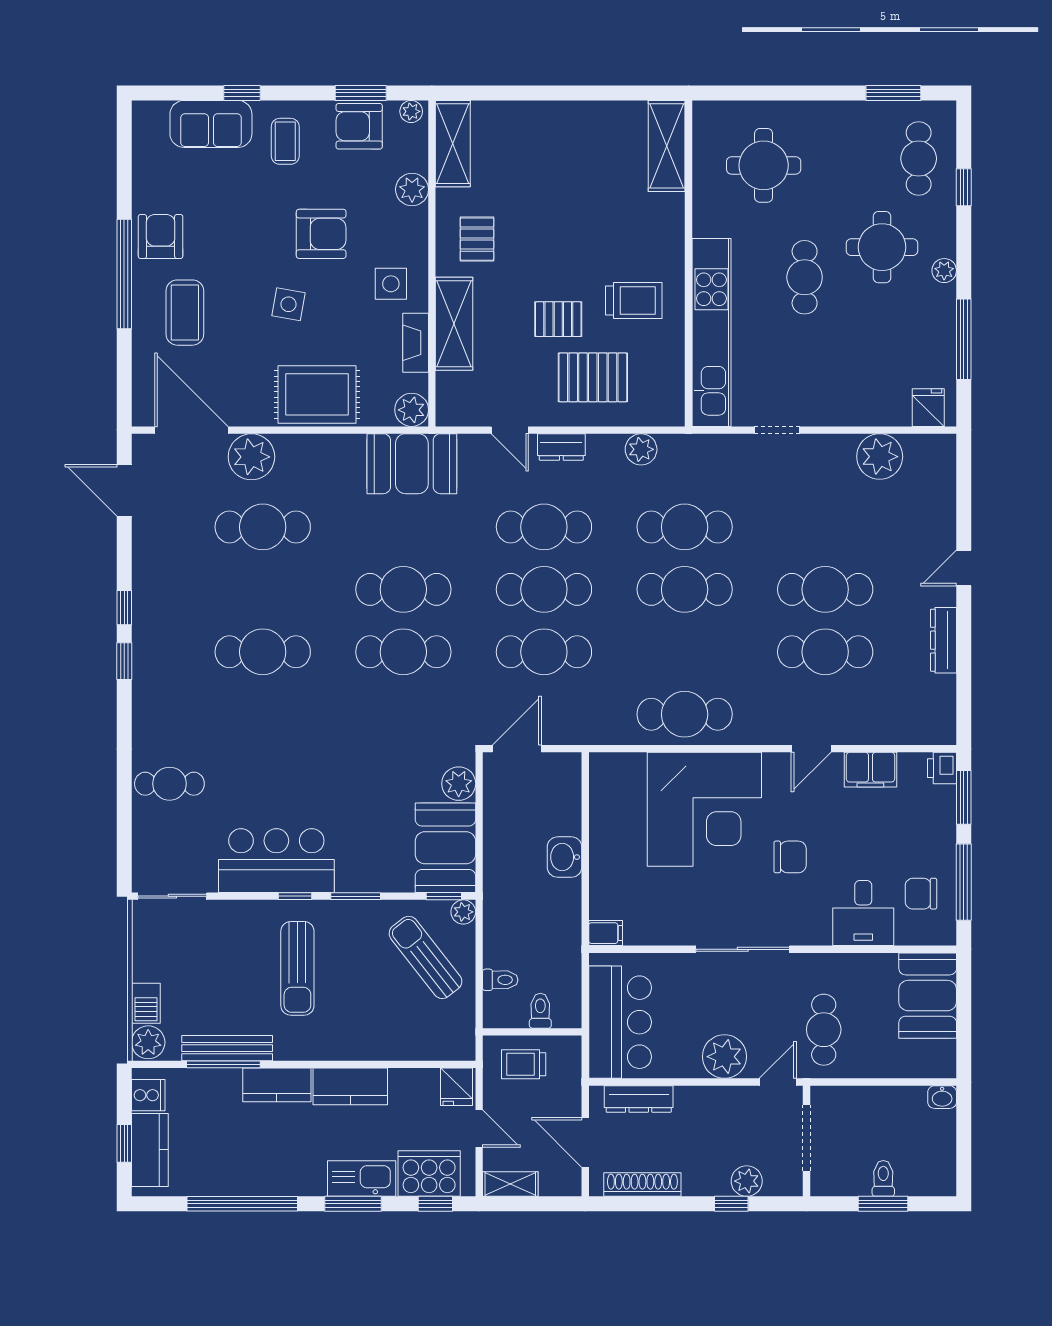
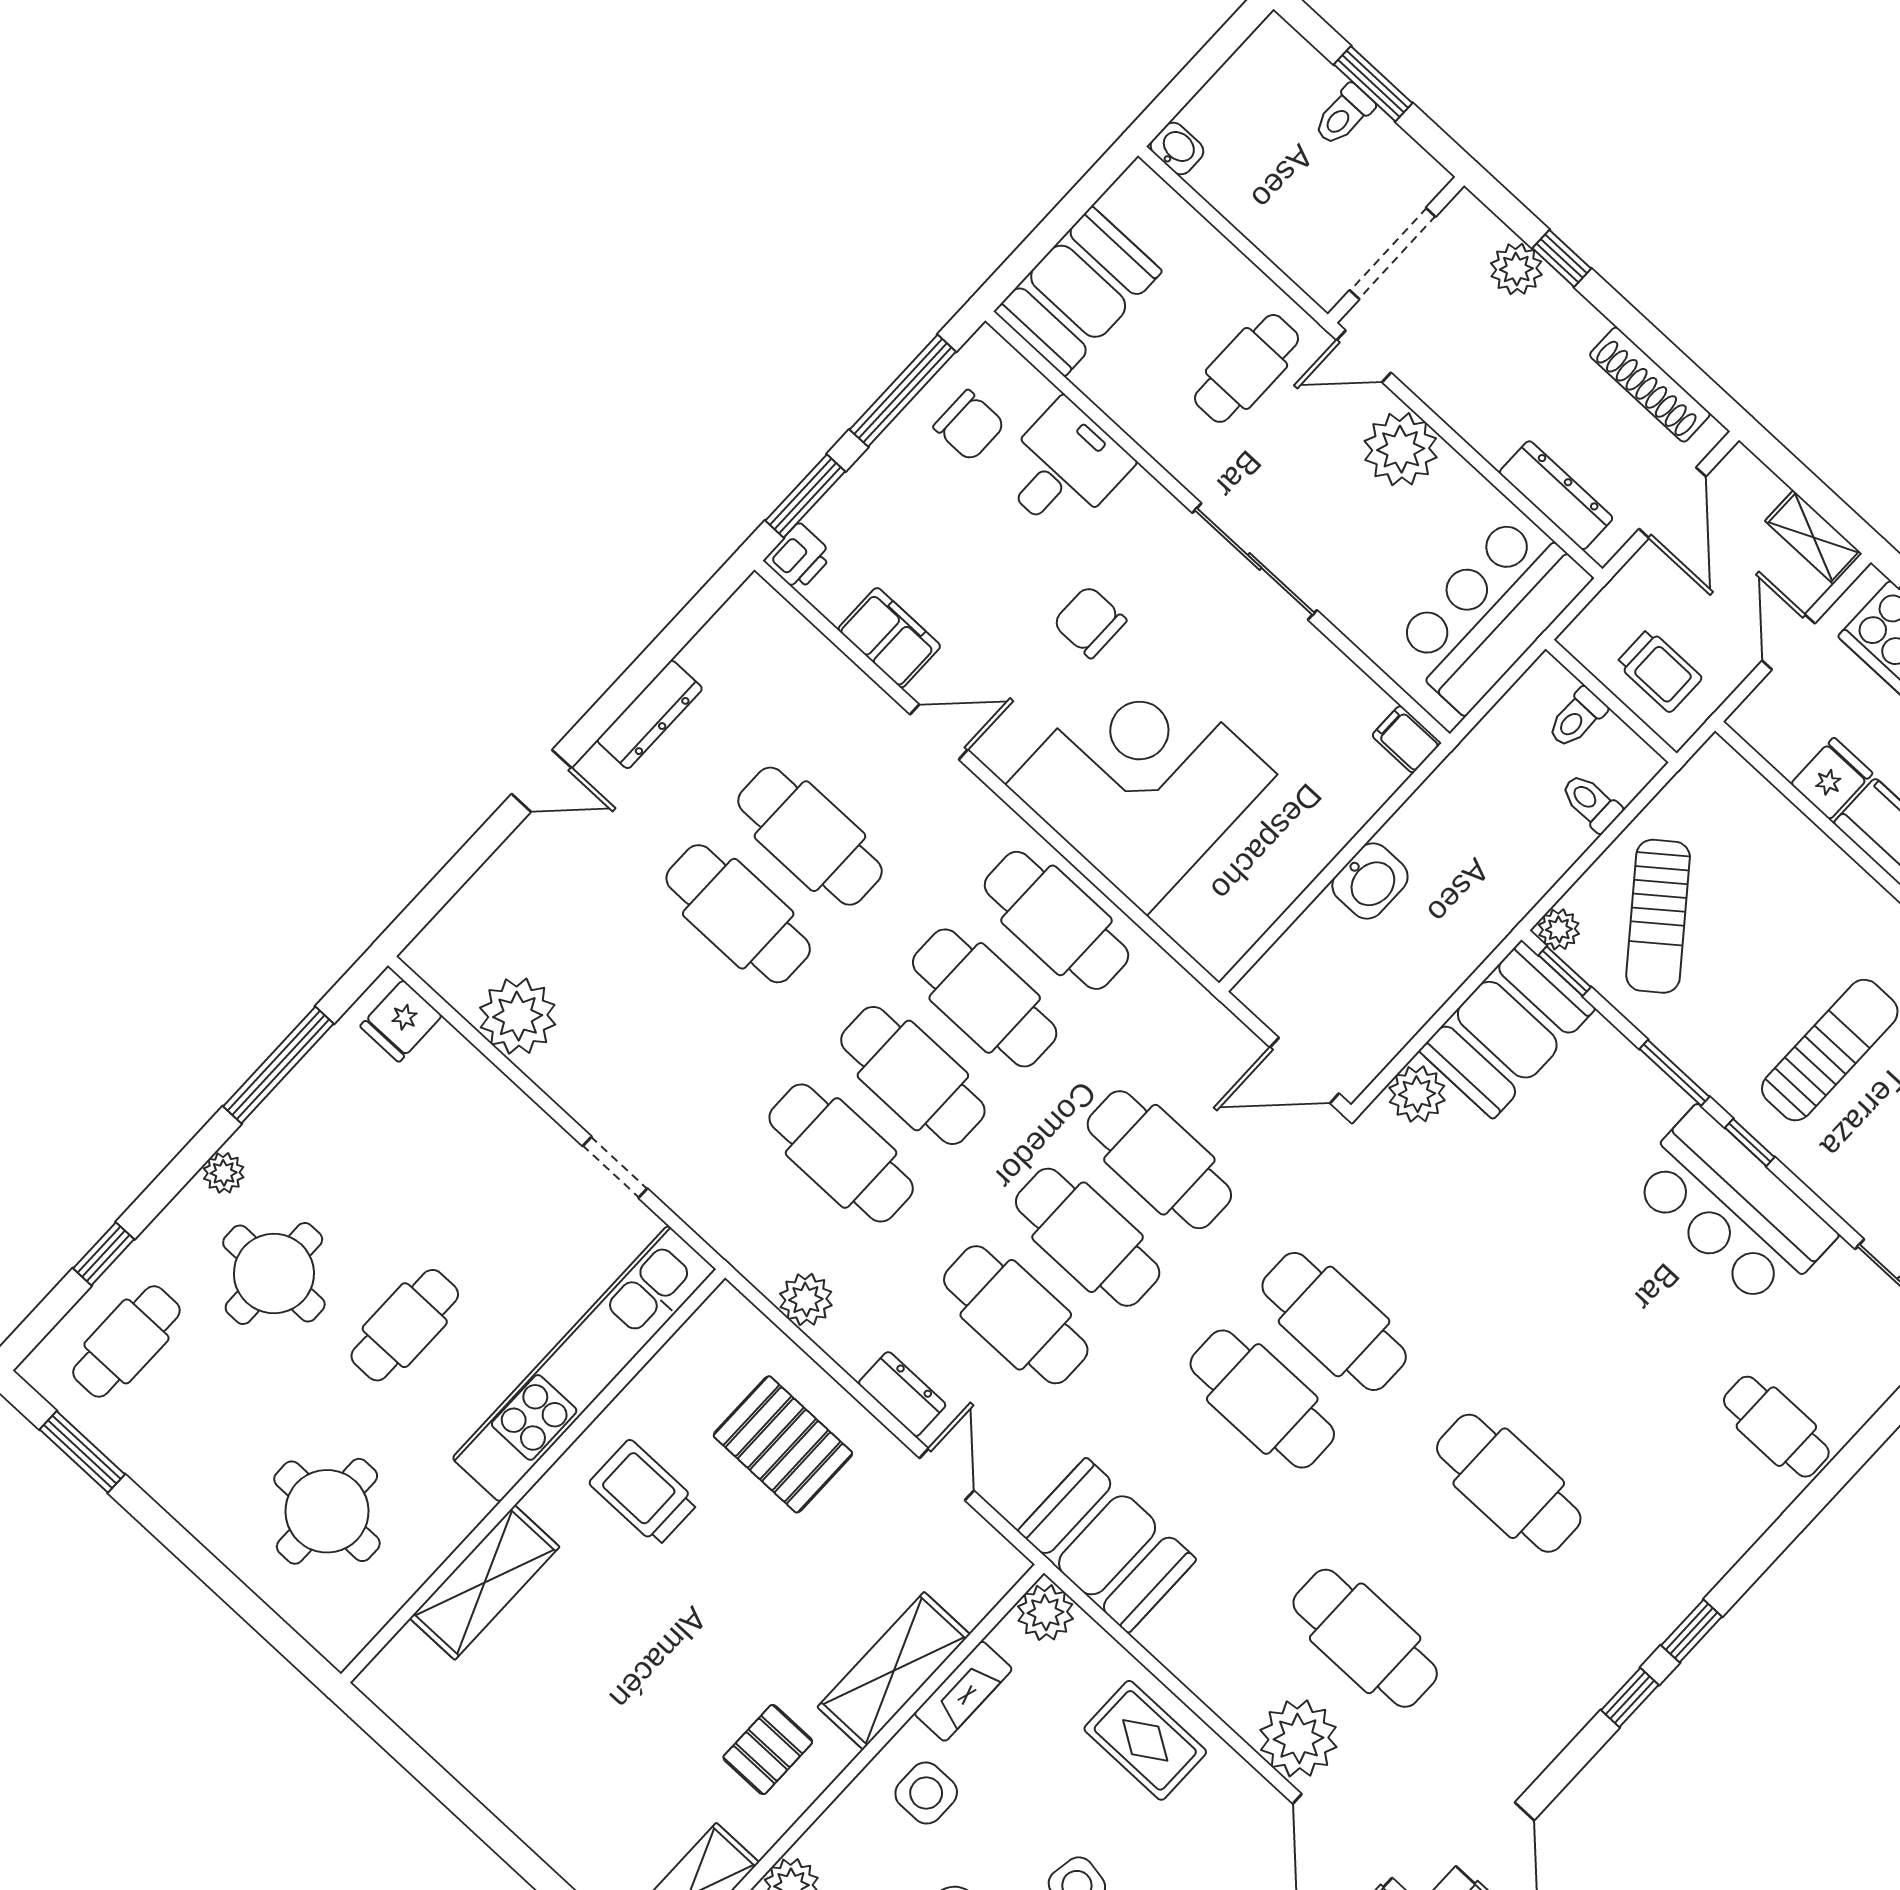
shelving: (667, 146) -> (485, 1583), moved
pallet: (558, 319) -> (759, 1556), removed
rug: (317, 394) -> (1145, 1740), width x0.73, depth x0.70
cafe table: (685, 652) -> (985, 998), added
fridge: (456, 1087) -> (1832, 779), moved

